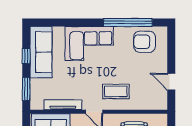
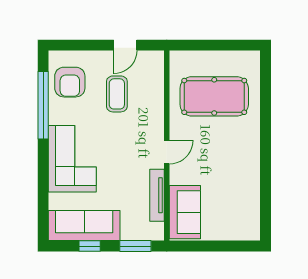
coffee table: (116, 91) -> (117, 94), moved

